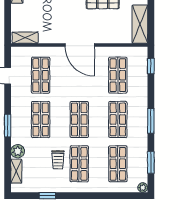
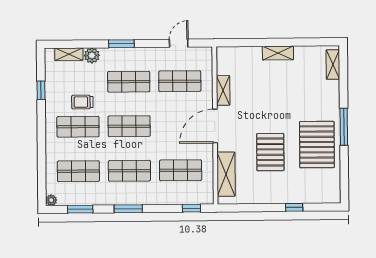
shelving: (140, 24) -> (226, 174), moved, turned 90
shelving: (25, 38) -> (223, 90), moved

